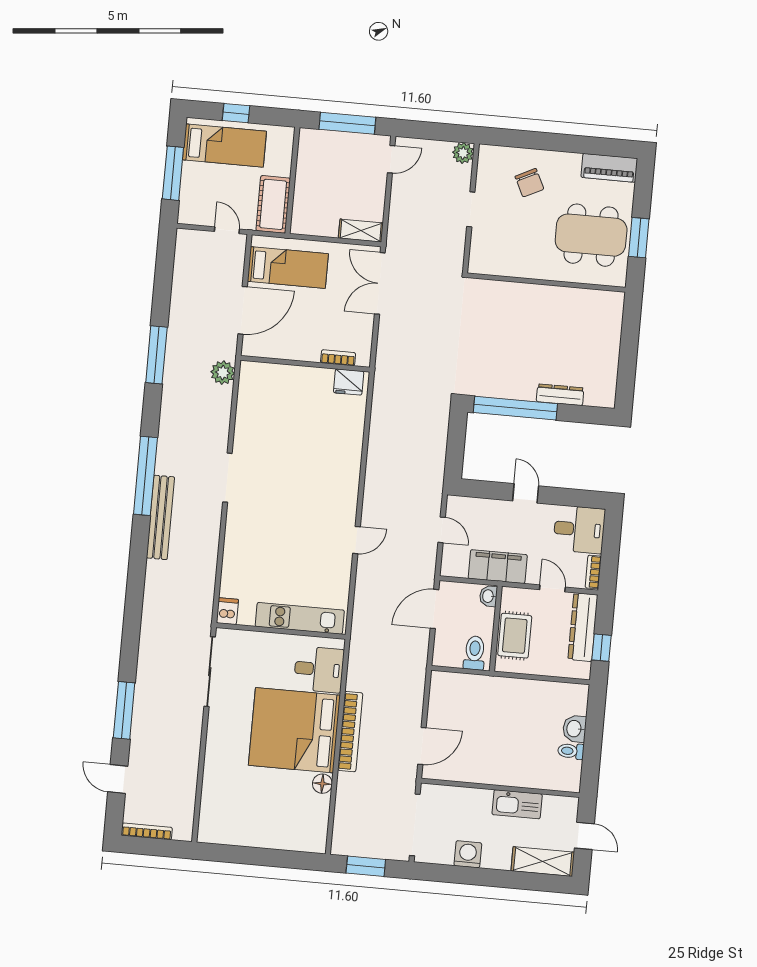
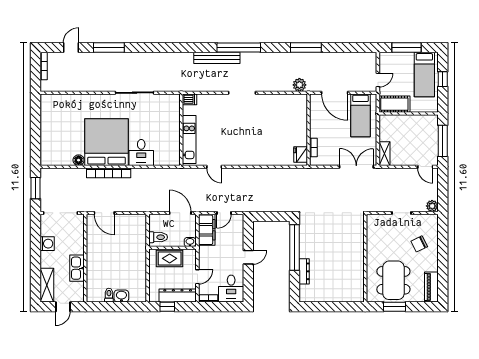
filing cabinet: (498, 567) -> (207, 230), moved
dishwasher: (227, 611) -> (189, 99), moved
kitchen unit: (300, 618) -> (189, 139), moved
wall: (281, 631) -> (181, 130), moved

